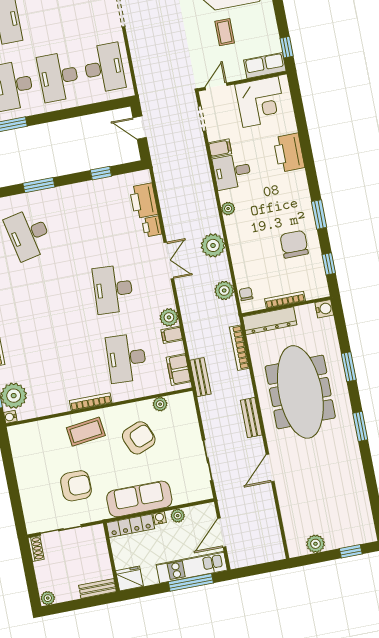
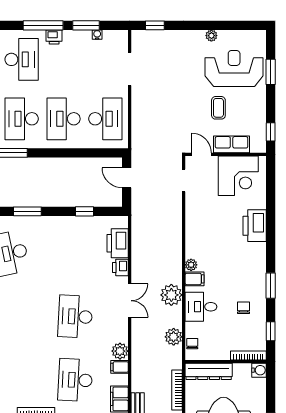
row of seats: (265, 65) -> (232, 144), moved
door: (216, 86) -> (201, 154), hinge flipped
filing cabinet: (220, 148) -> (194, 279), moved
desk: (232, 172) -> (201, 307), moved
chair: (294, 244) -> (244, 308), width x0.54, depth x0.54
bookcase: (285, 300) -> (248, 355), moved

